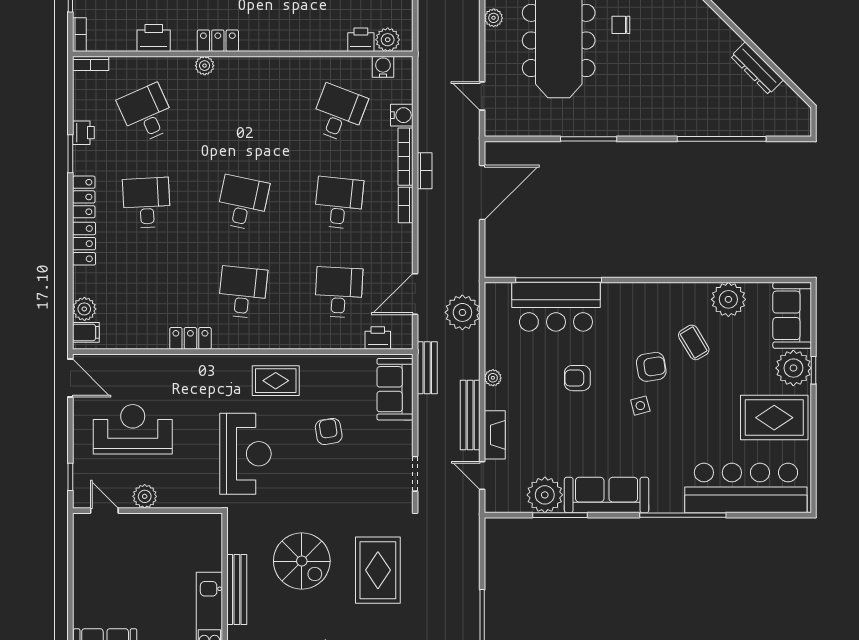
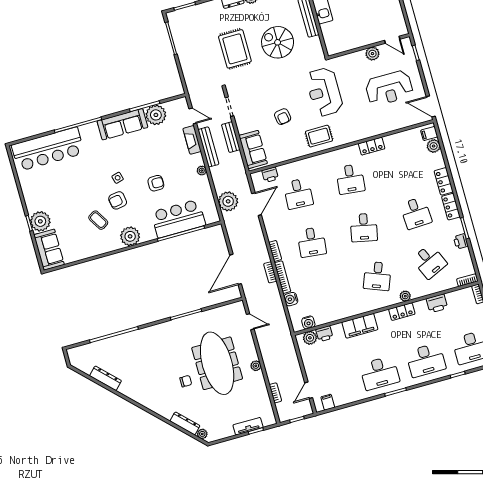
filing cabinet: (296, 36) -> (360, 326), added
desk: (339, 113) -> (377, 276), moved
plant: (728, 299) -> (130, 236), moved
bench: (427, 368) -> (231, 137), moved
rug: (774, 418) -> (43, 192), removed

